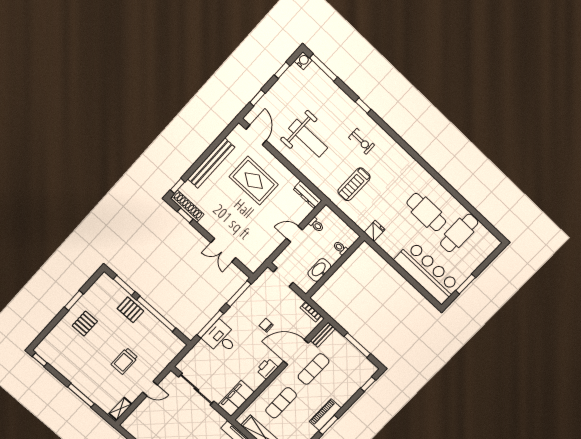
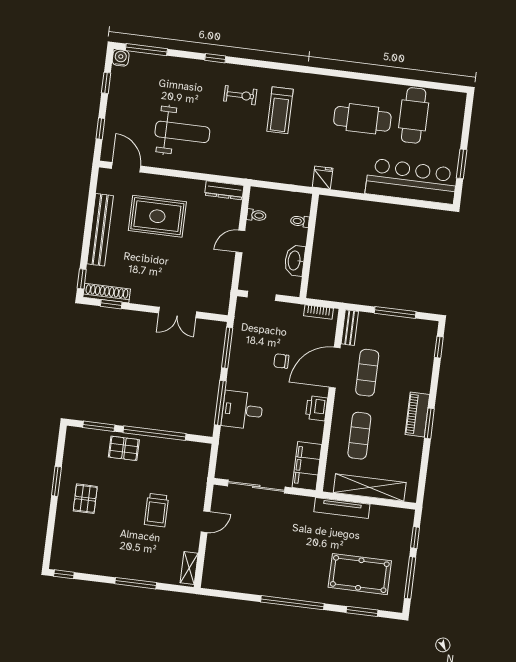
treadmill: (354, 184) -> (280, 110), moved

